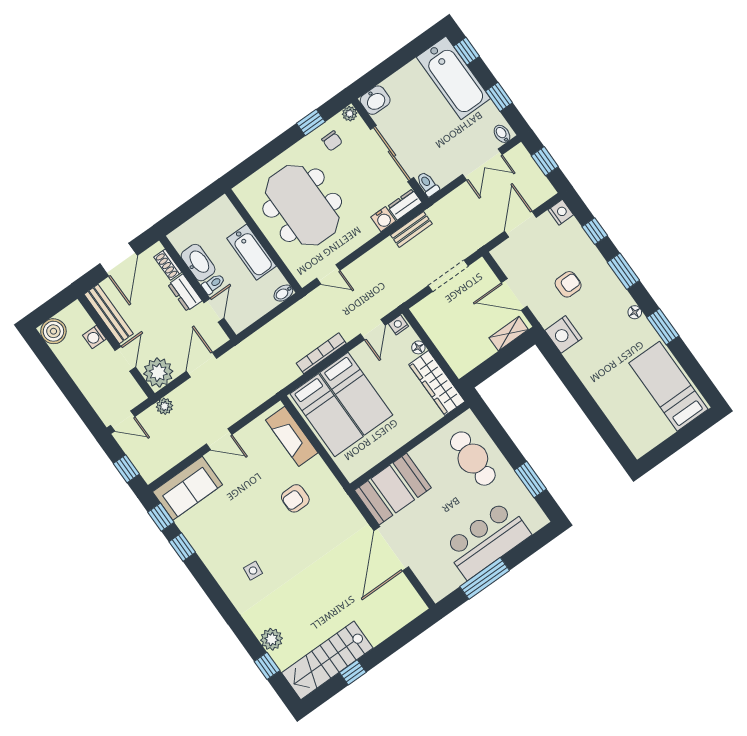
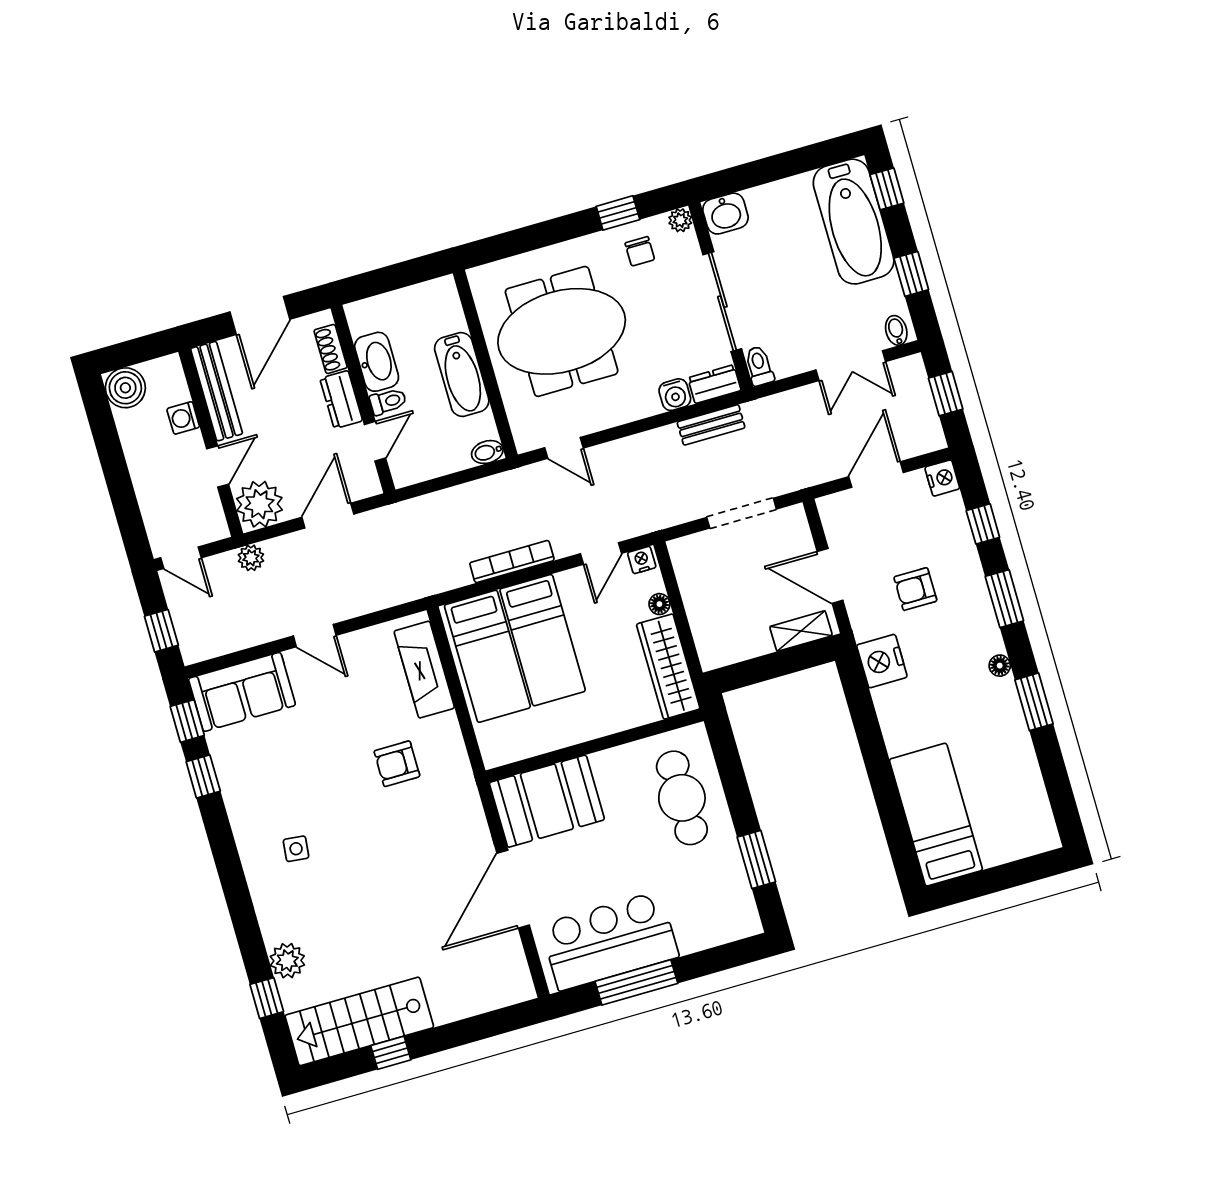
meeting table: (302, 205) -> (562, 331), turned 90
armchair: (568, 284) -> (915, 589), turned 180
bed: (668, 386) -> (936, 815), moved
bar counter: (487, 540) -> (610, 941), moved

